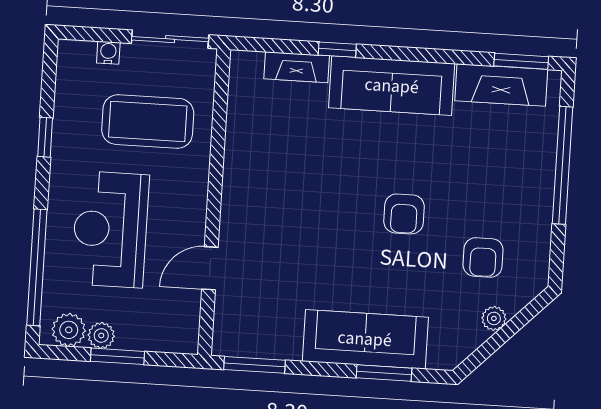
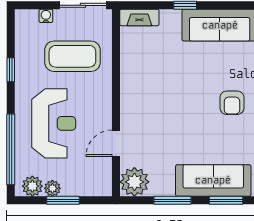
fireplace: (297, 67) -> (139, 18), moved
reception desk: (110, 229) -> (54, 123), turned 180
plant: (236, 333) -> (134, 182), added
window: (255, 365) -> (172, 200), moved

